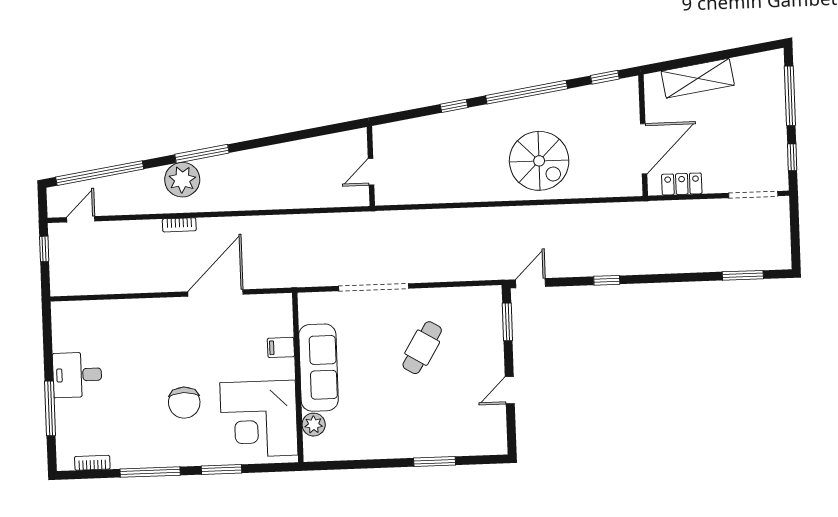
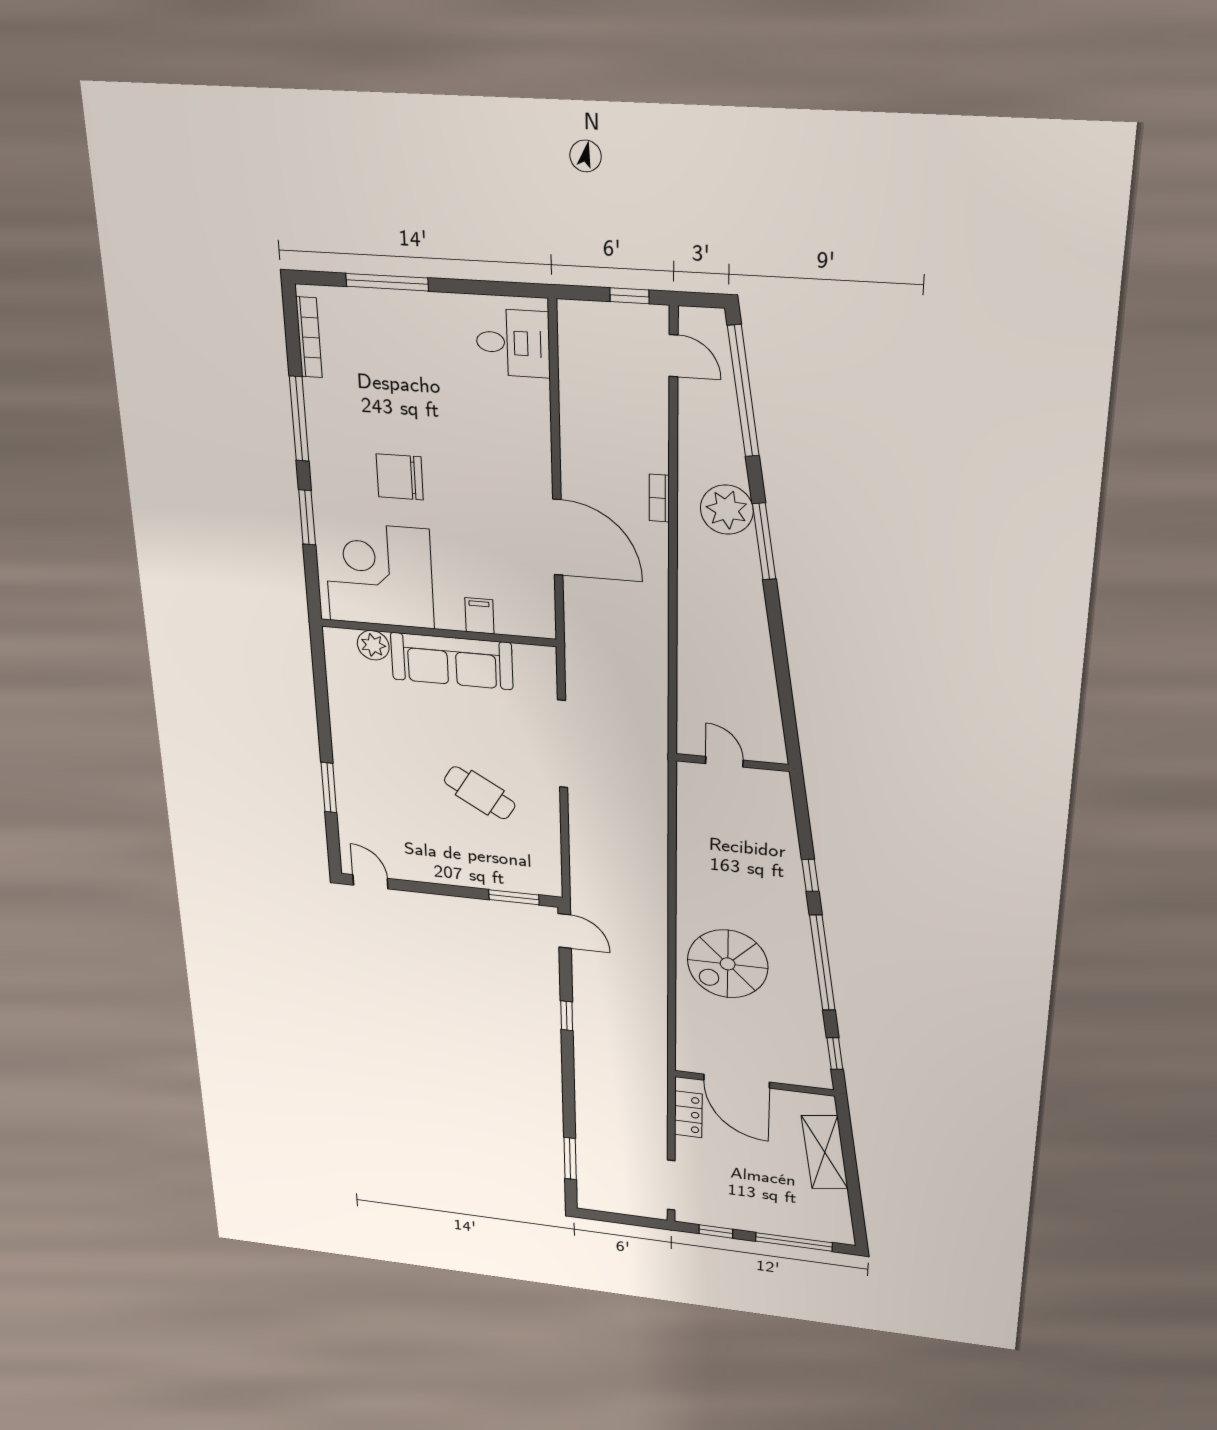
desk: (77, 375) -> (513, 343), moved, turned 90
door: (510, 390) -> (370, 882), moved
bookcase: (92, 463) -> (309, 337), width x1.56

